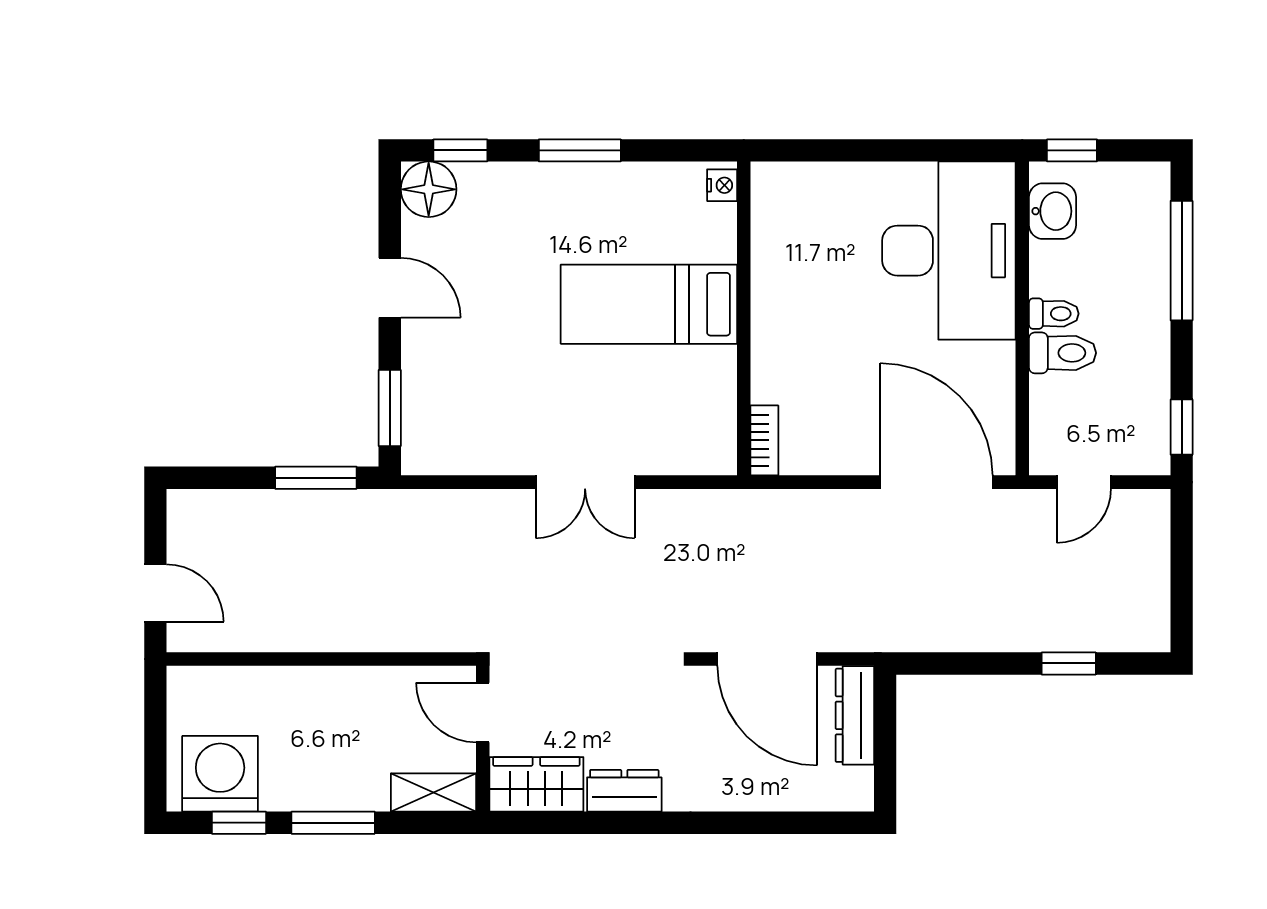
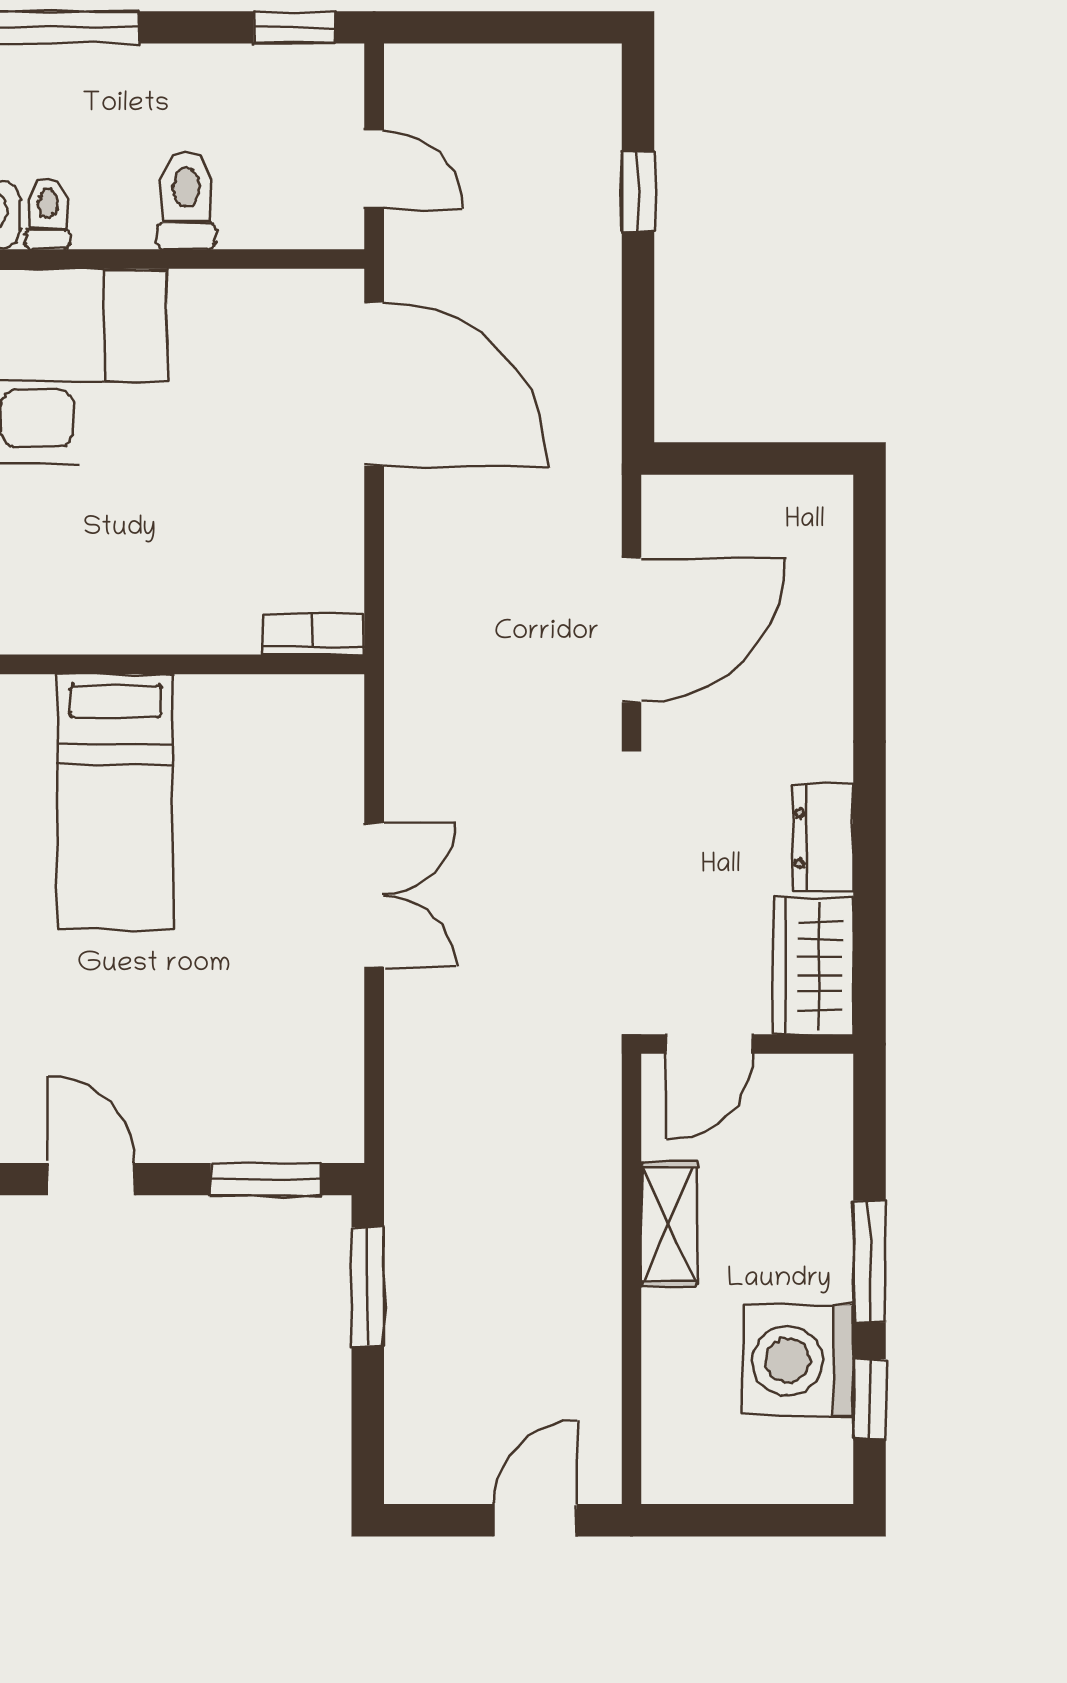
door: (390, 288) -> (91, 1179), hinge flipped
toilet: (1054, 314) -> (48, 213), moved
door: (936, 482) -> (374, 384), swing flipped
dresser: (855, 715) -> (713, 503), removed
washing machine: (220, 774) -> (798, 1360), moved
shelving: (433, 793) -> (669, 1224), moved

